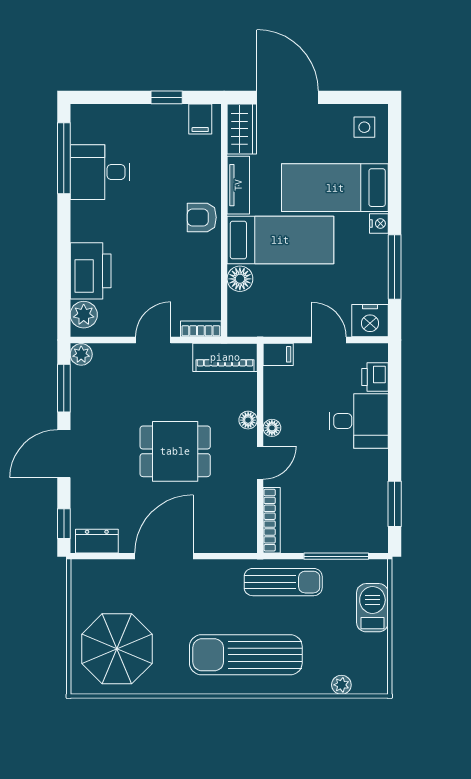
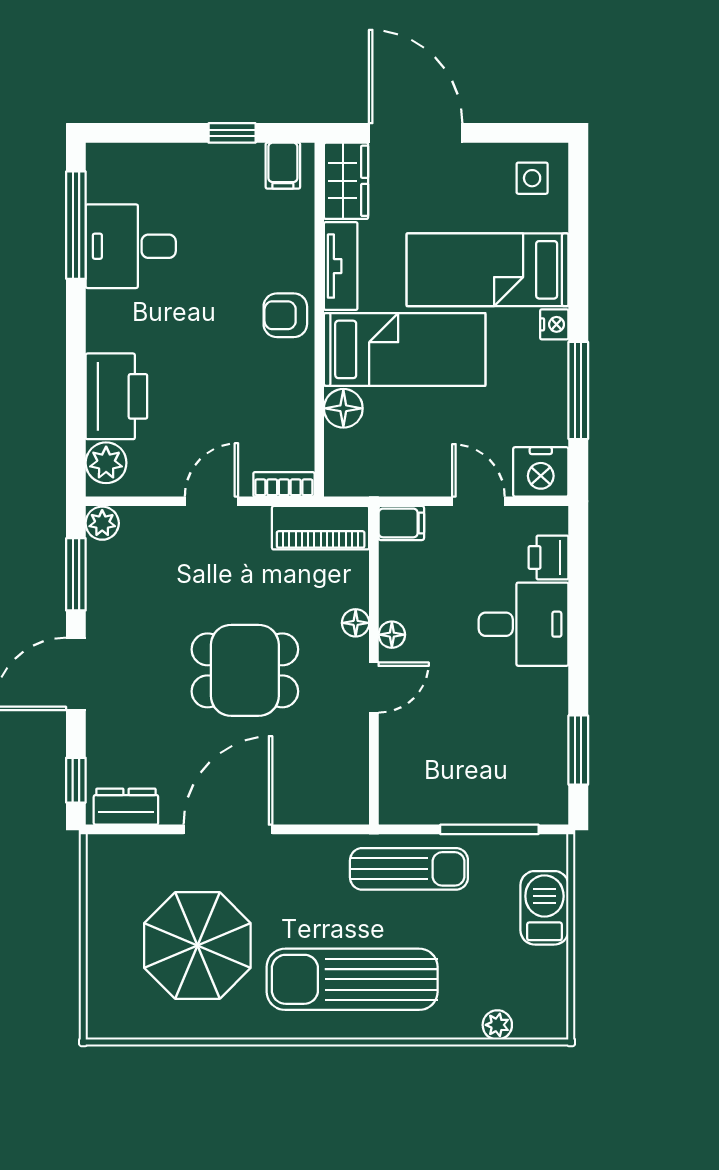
bookcase: (272, 520) -> (391, 775), removed
parasol: (117, 649) -> (197, 945), moved

